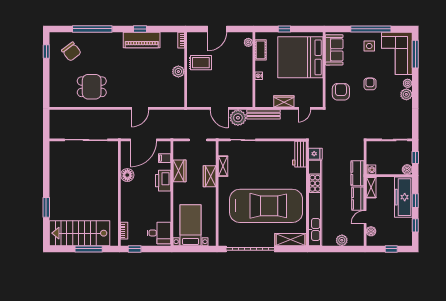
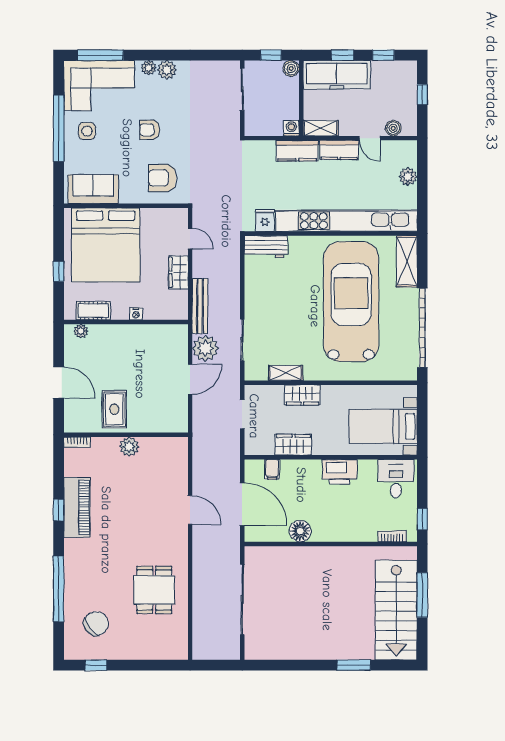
printer: (163, 181) -> (340, 472), moved

